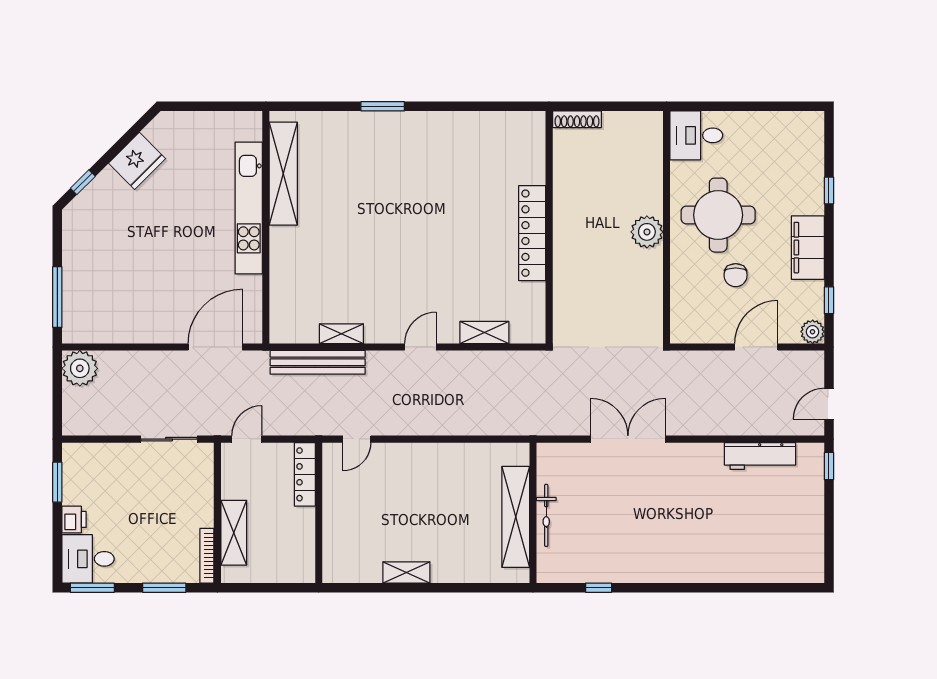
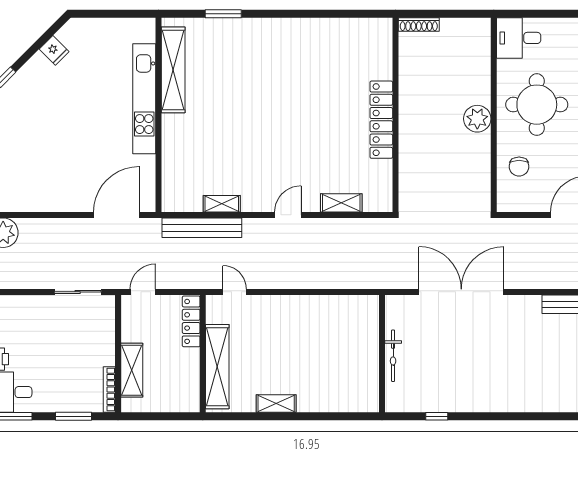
window: (383, 106) -> (223, 14), moved
fridge: (137, 161) -> (54, 50), width x0.53, depth x0.75
chair: (736, 275) -> (519, 167), moved
door: (357, 439) -> (235, 292), swing flipped
double door: (628, 439) -> (461, 292), width x1.36
shelving: (516, 517) -> (217, 367), moved

